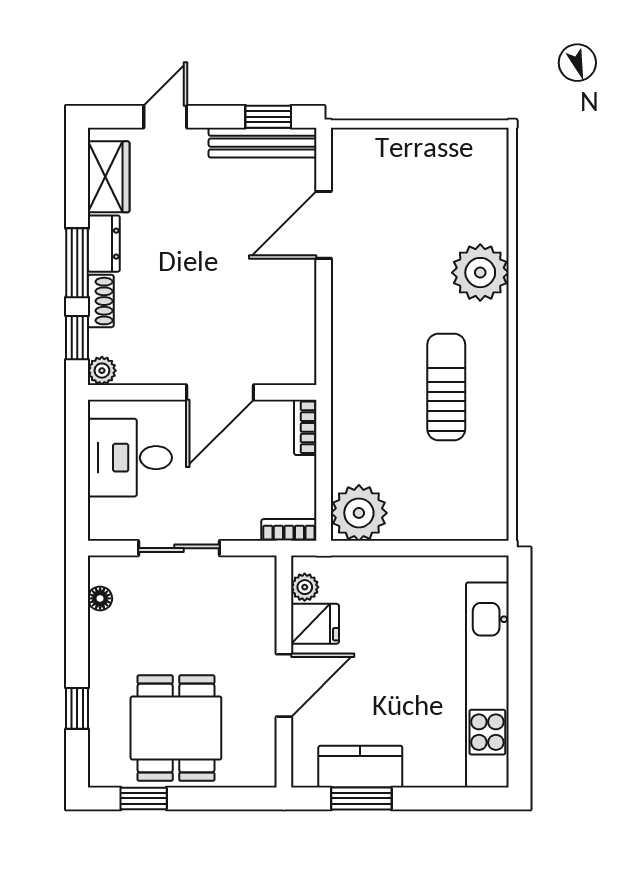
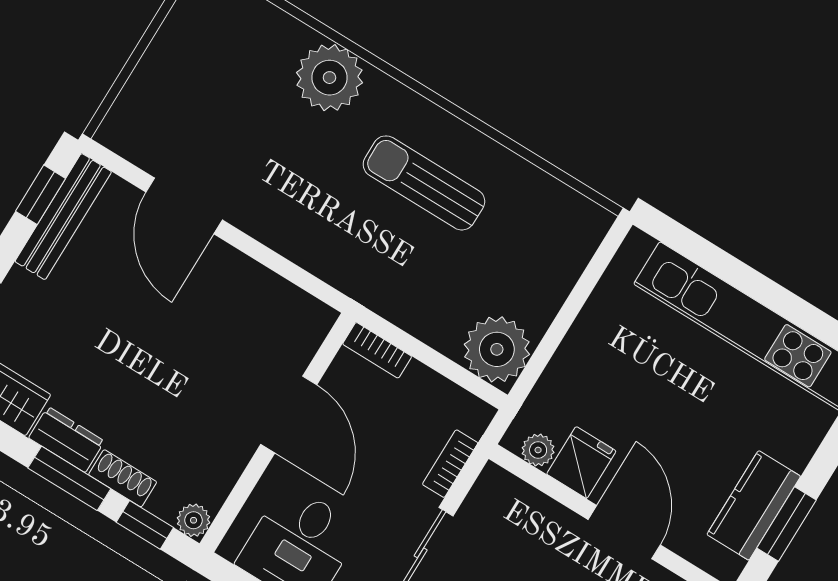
bookcase: (289, 530) -> (450, 464), moved

